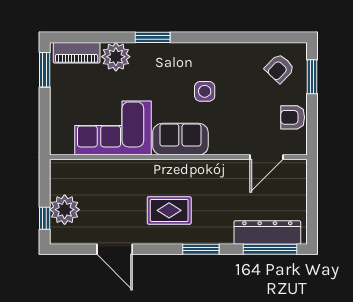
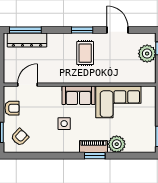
piano: (77, 53) -> (93, 146), moved
rug: (169, 210) -> (85, 53), turned 90
window: (201, 249) -> (82, 30), moved

